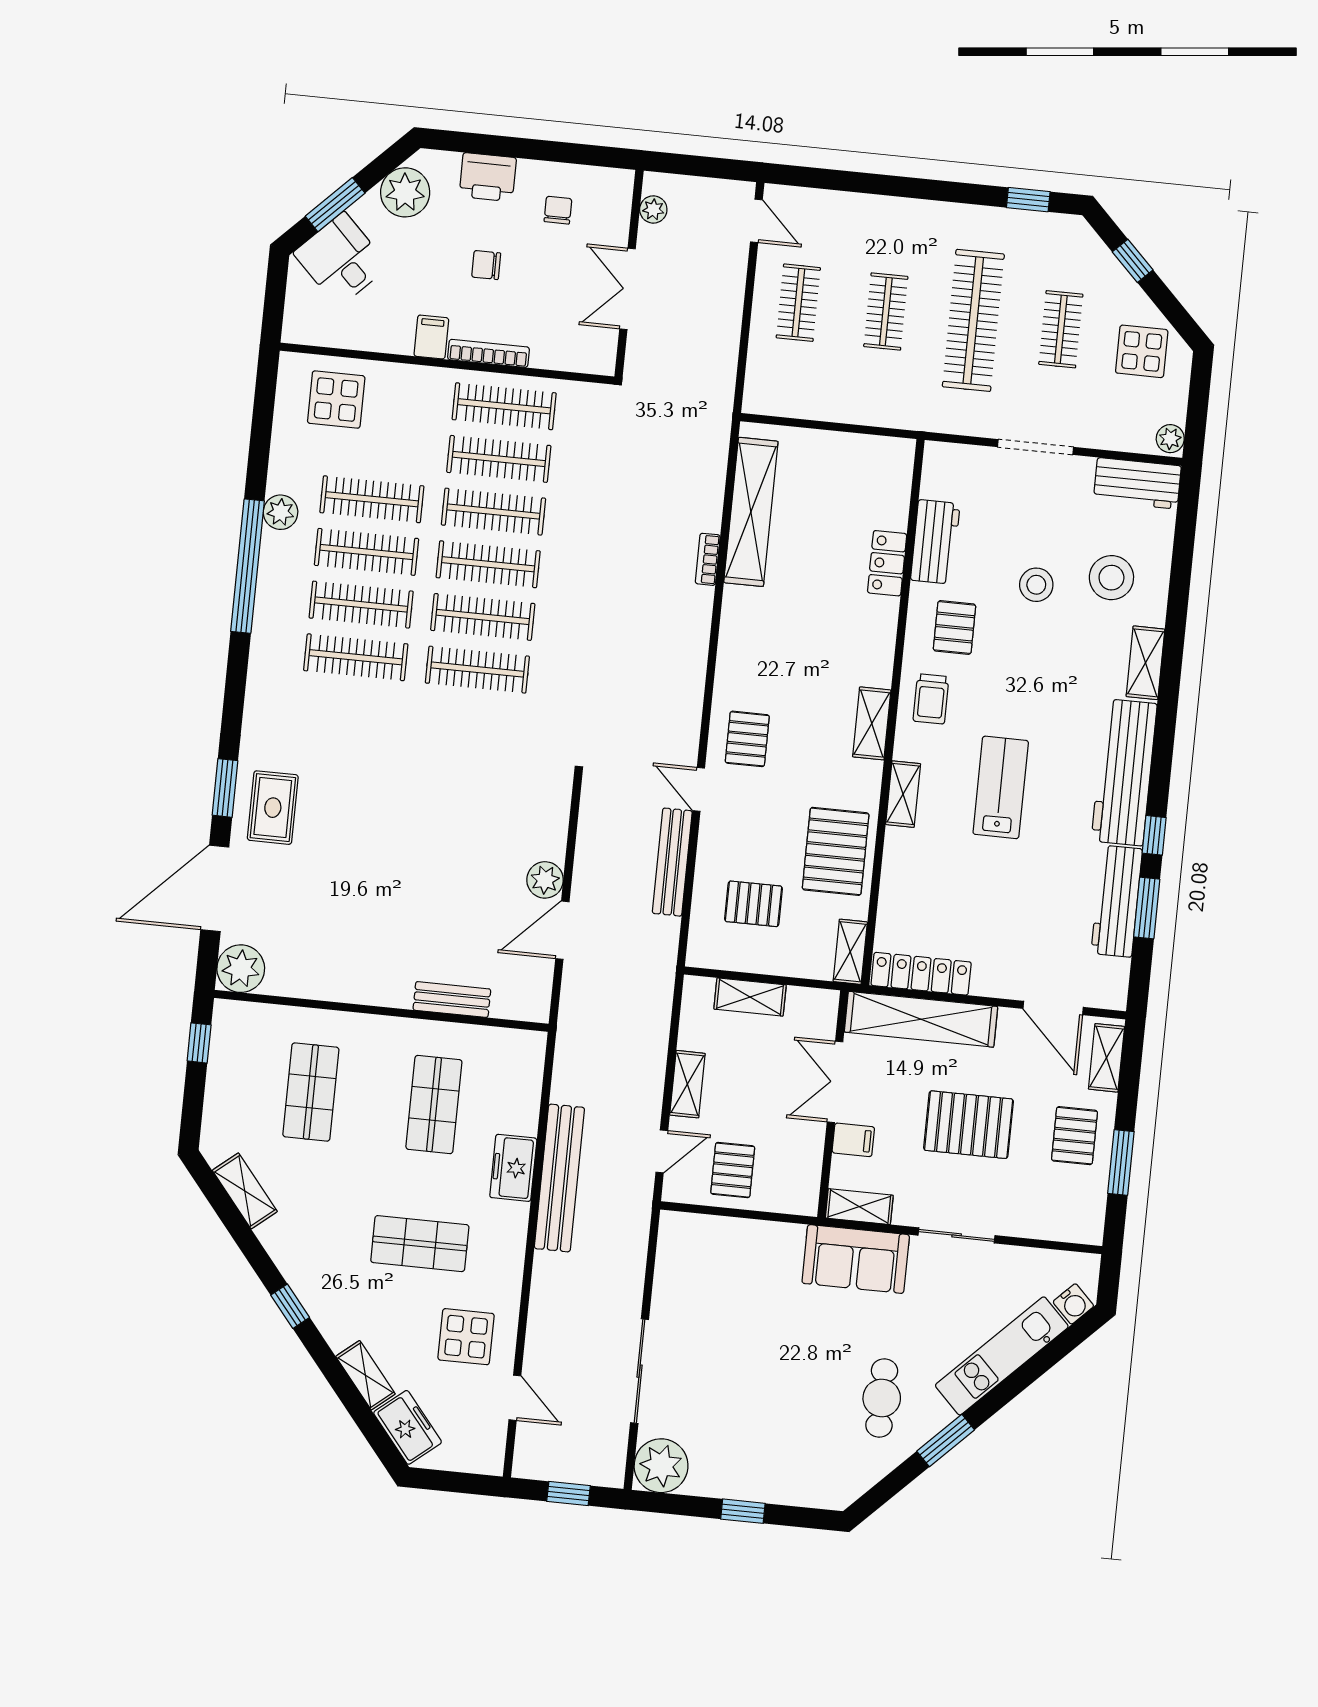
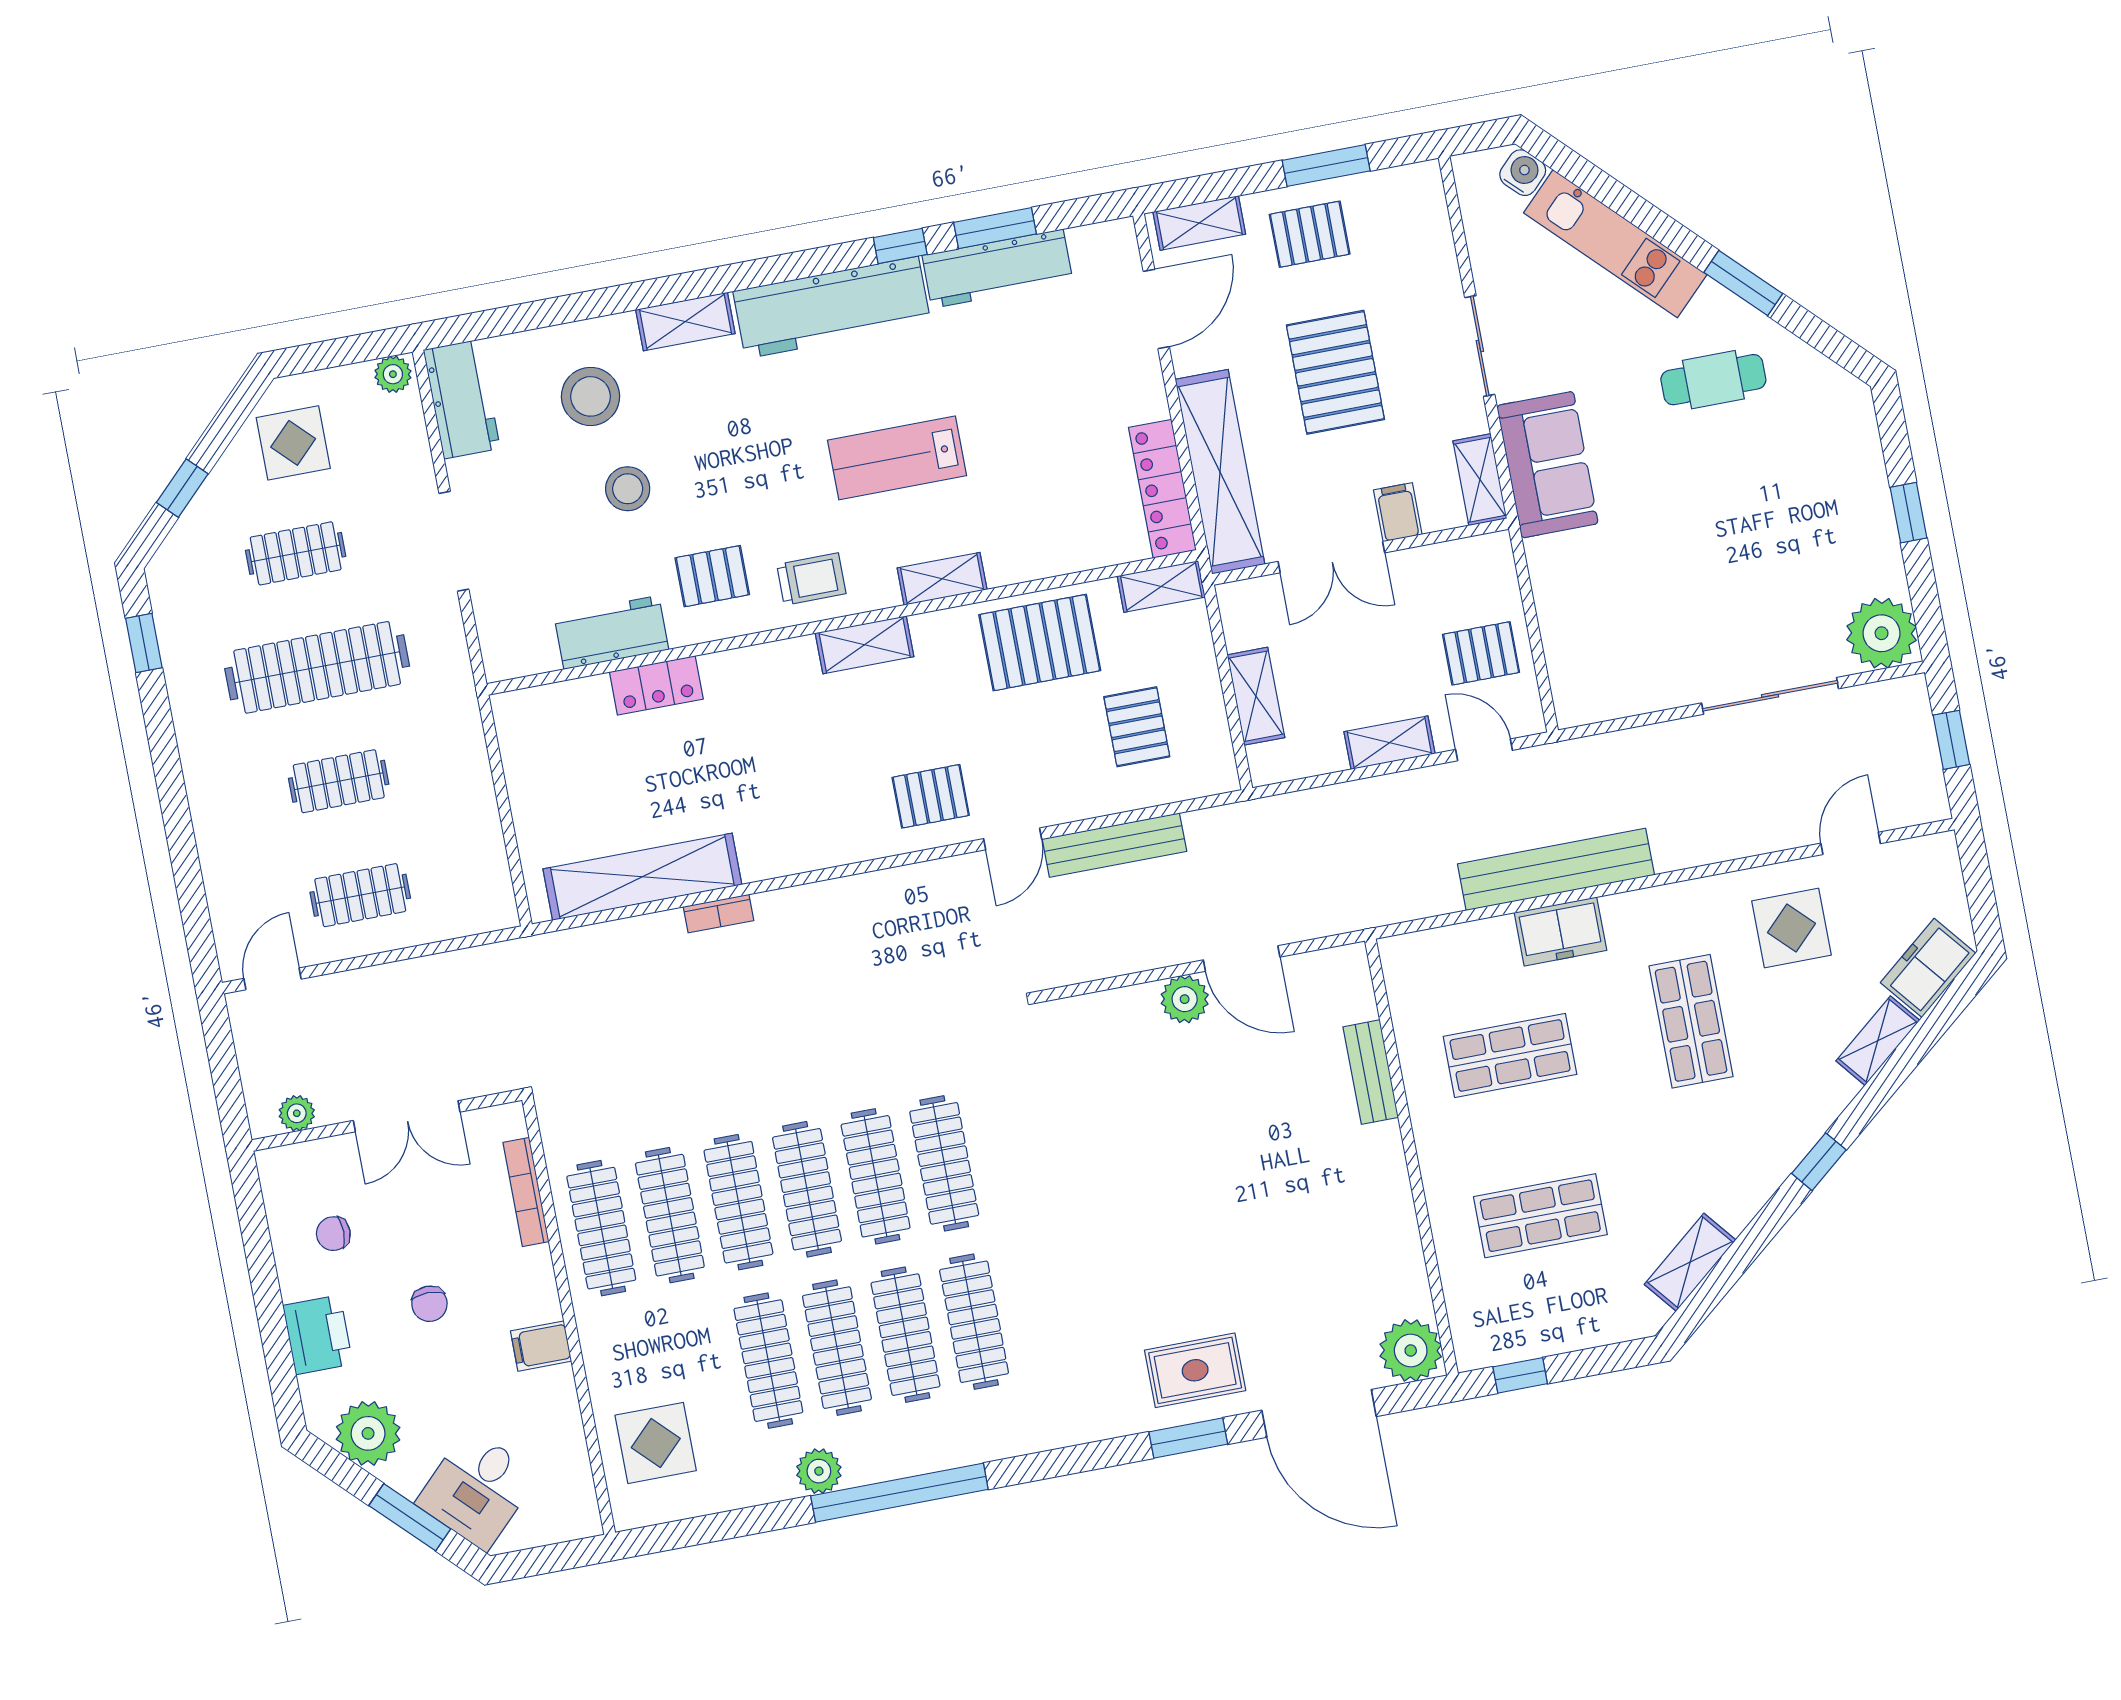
bookcase: (488, 353) -> (526, 1192), moved

